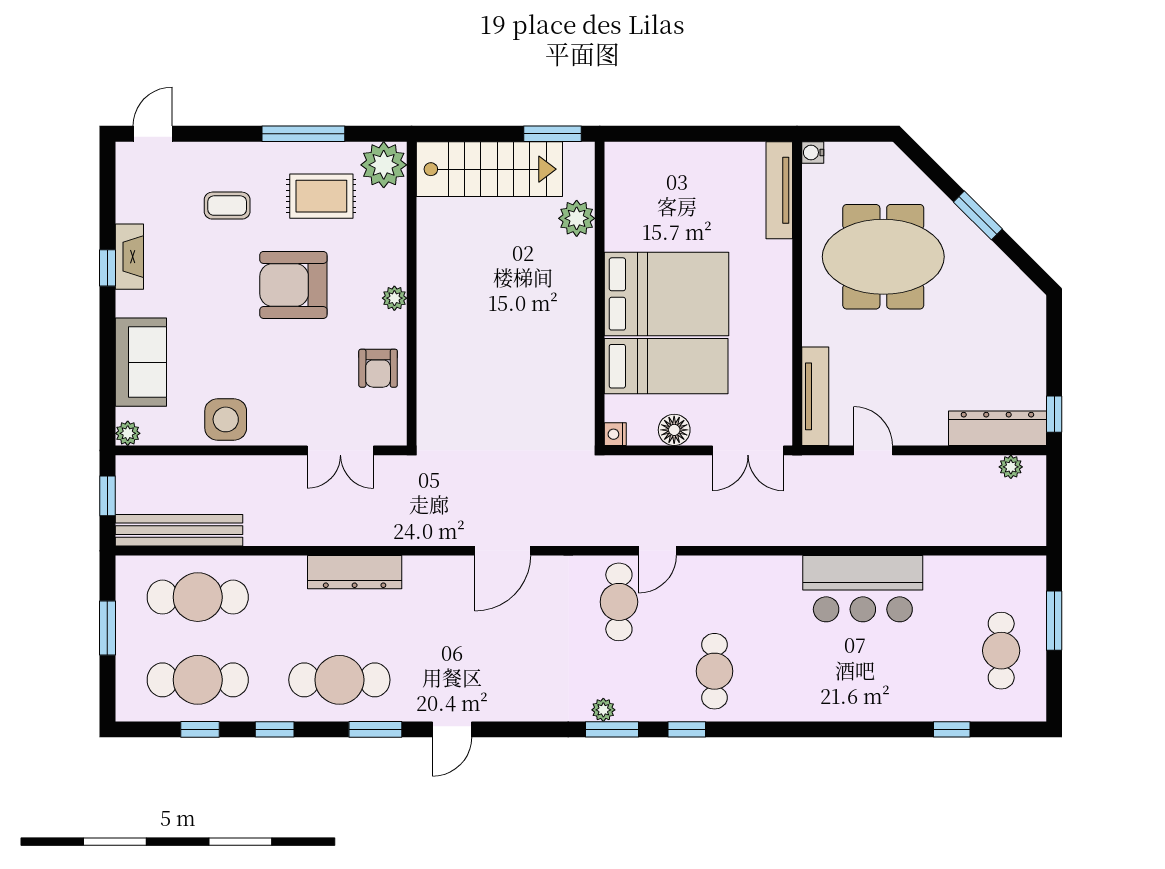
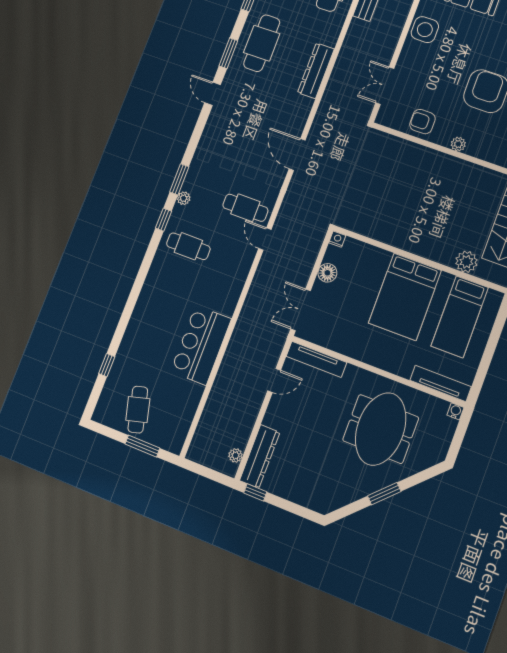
bed: (666, 366) -> (460, 317), moved
cafe table: (1001, 651) -> (138, 410), turned 75
plant: (603, 710) -> (184, 198), moved

